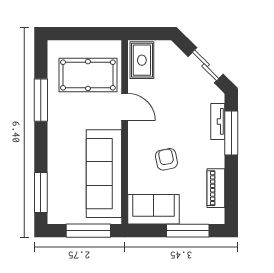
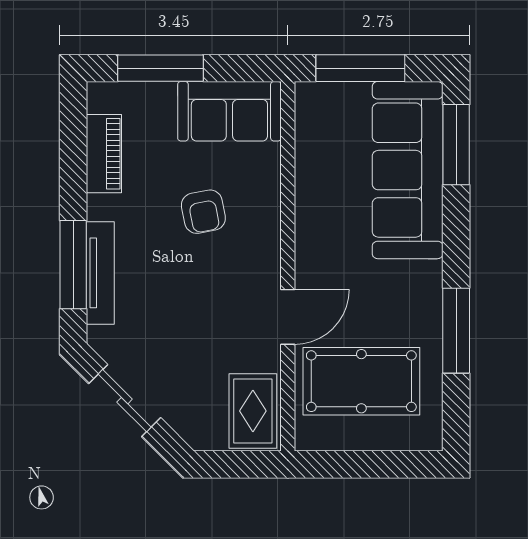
door: (125, 107) -> (288, 317), swing flipped
tv unit: (218, 121) -> (100, 273), width x1.41
sofa: (104, 174) -> (408, 170), moved, turned 180

